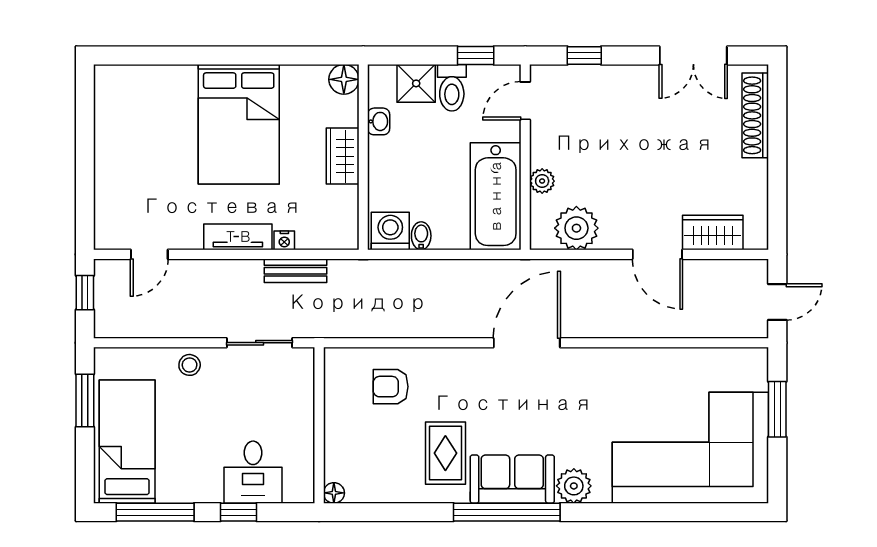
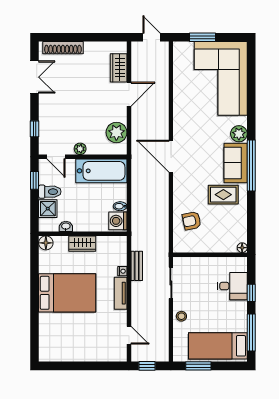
plant: (542, 181) -> (80, 149), moved
armchair: (391, 387) -> (192, 221), turned 78

